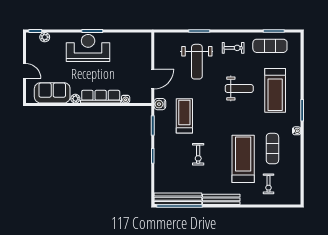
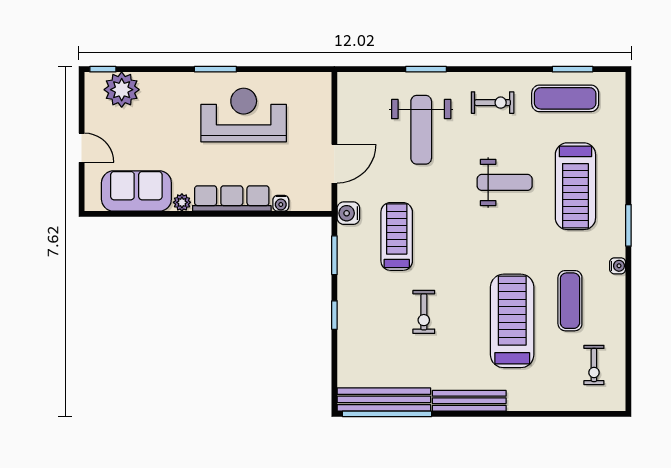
plant: (45, 37) -> (122, 90), width x1.88, depth x1.88
reception desk: (88, 48) -> (244, 115), moved
exercise bike: (268, 184) -> (594, 365), moved

